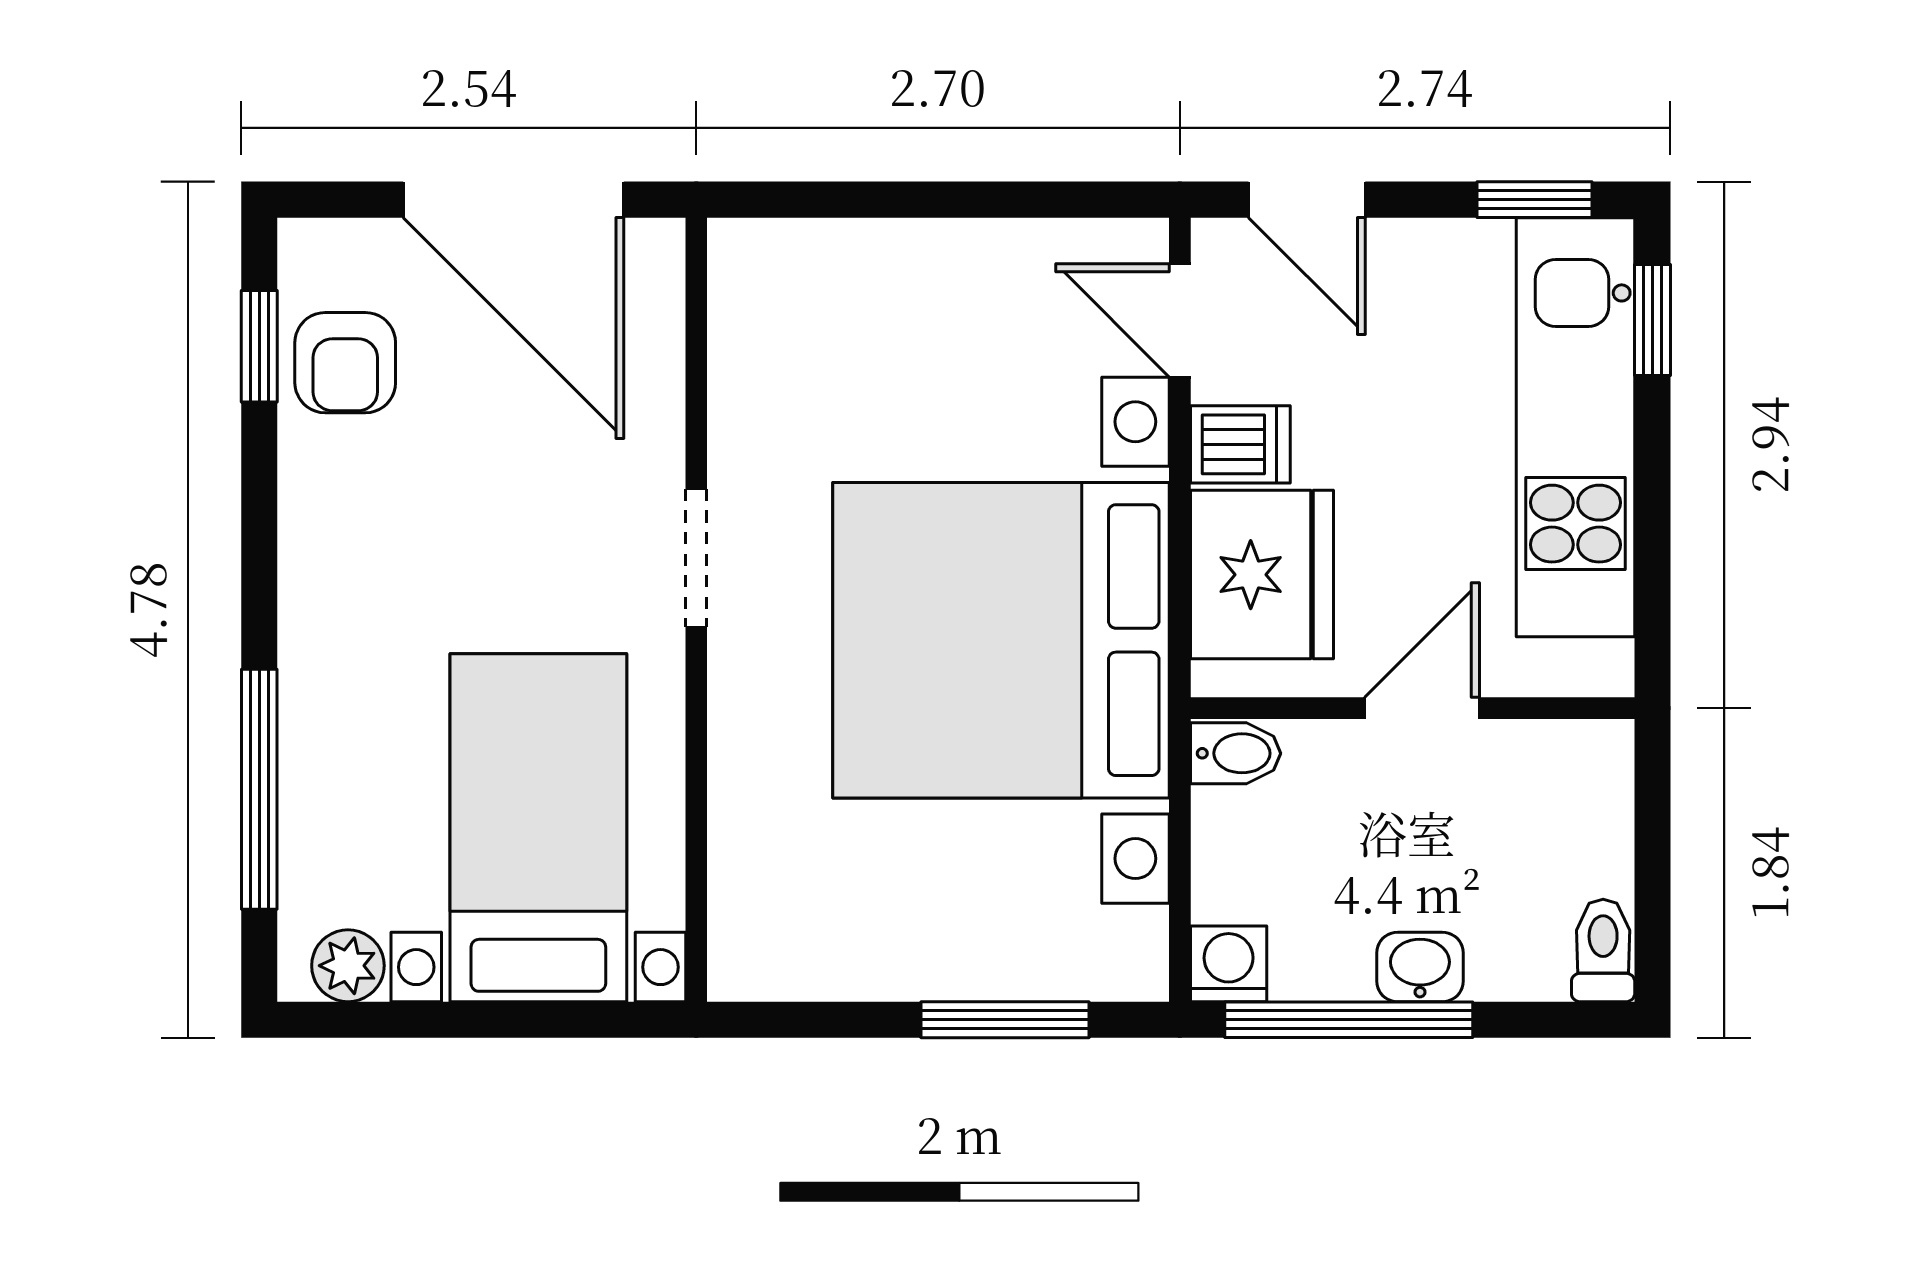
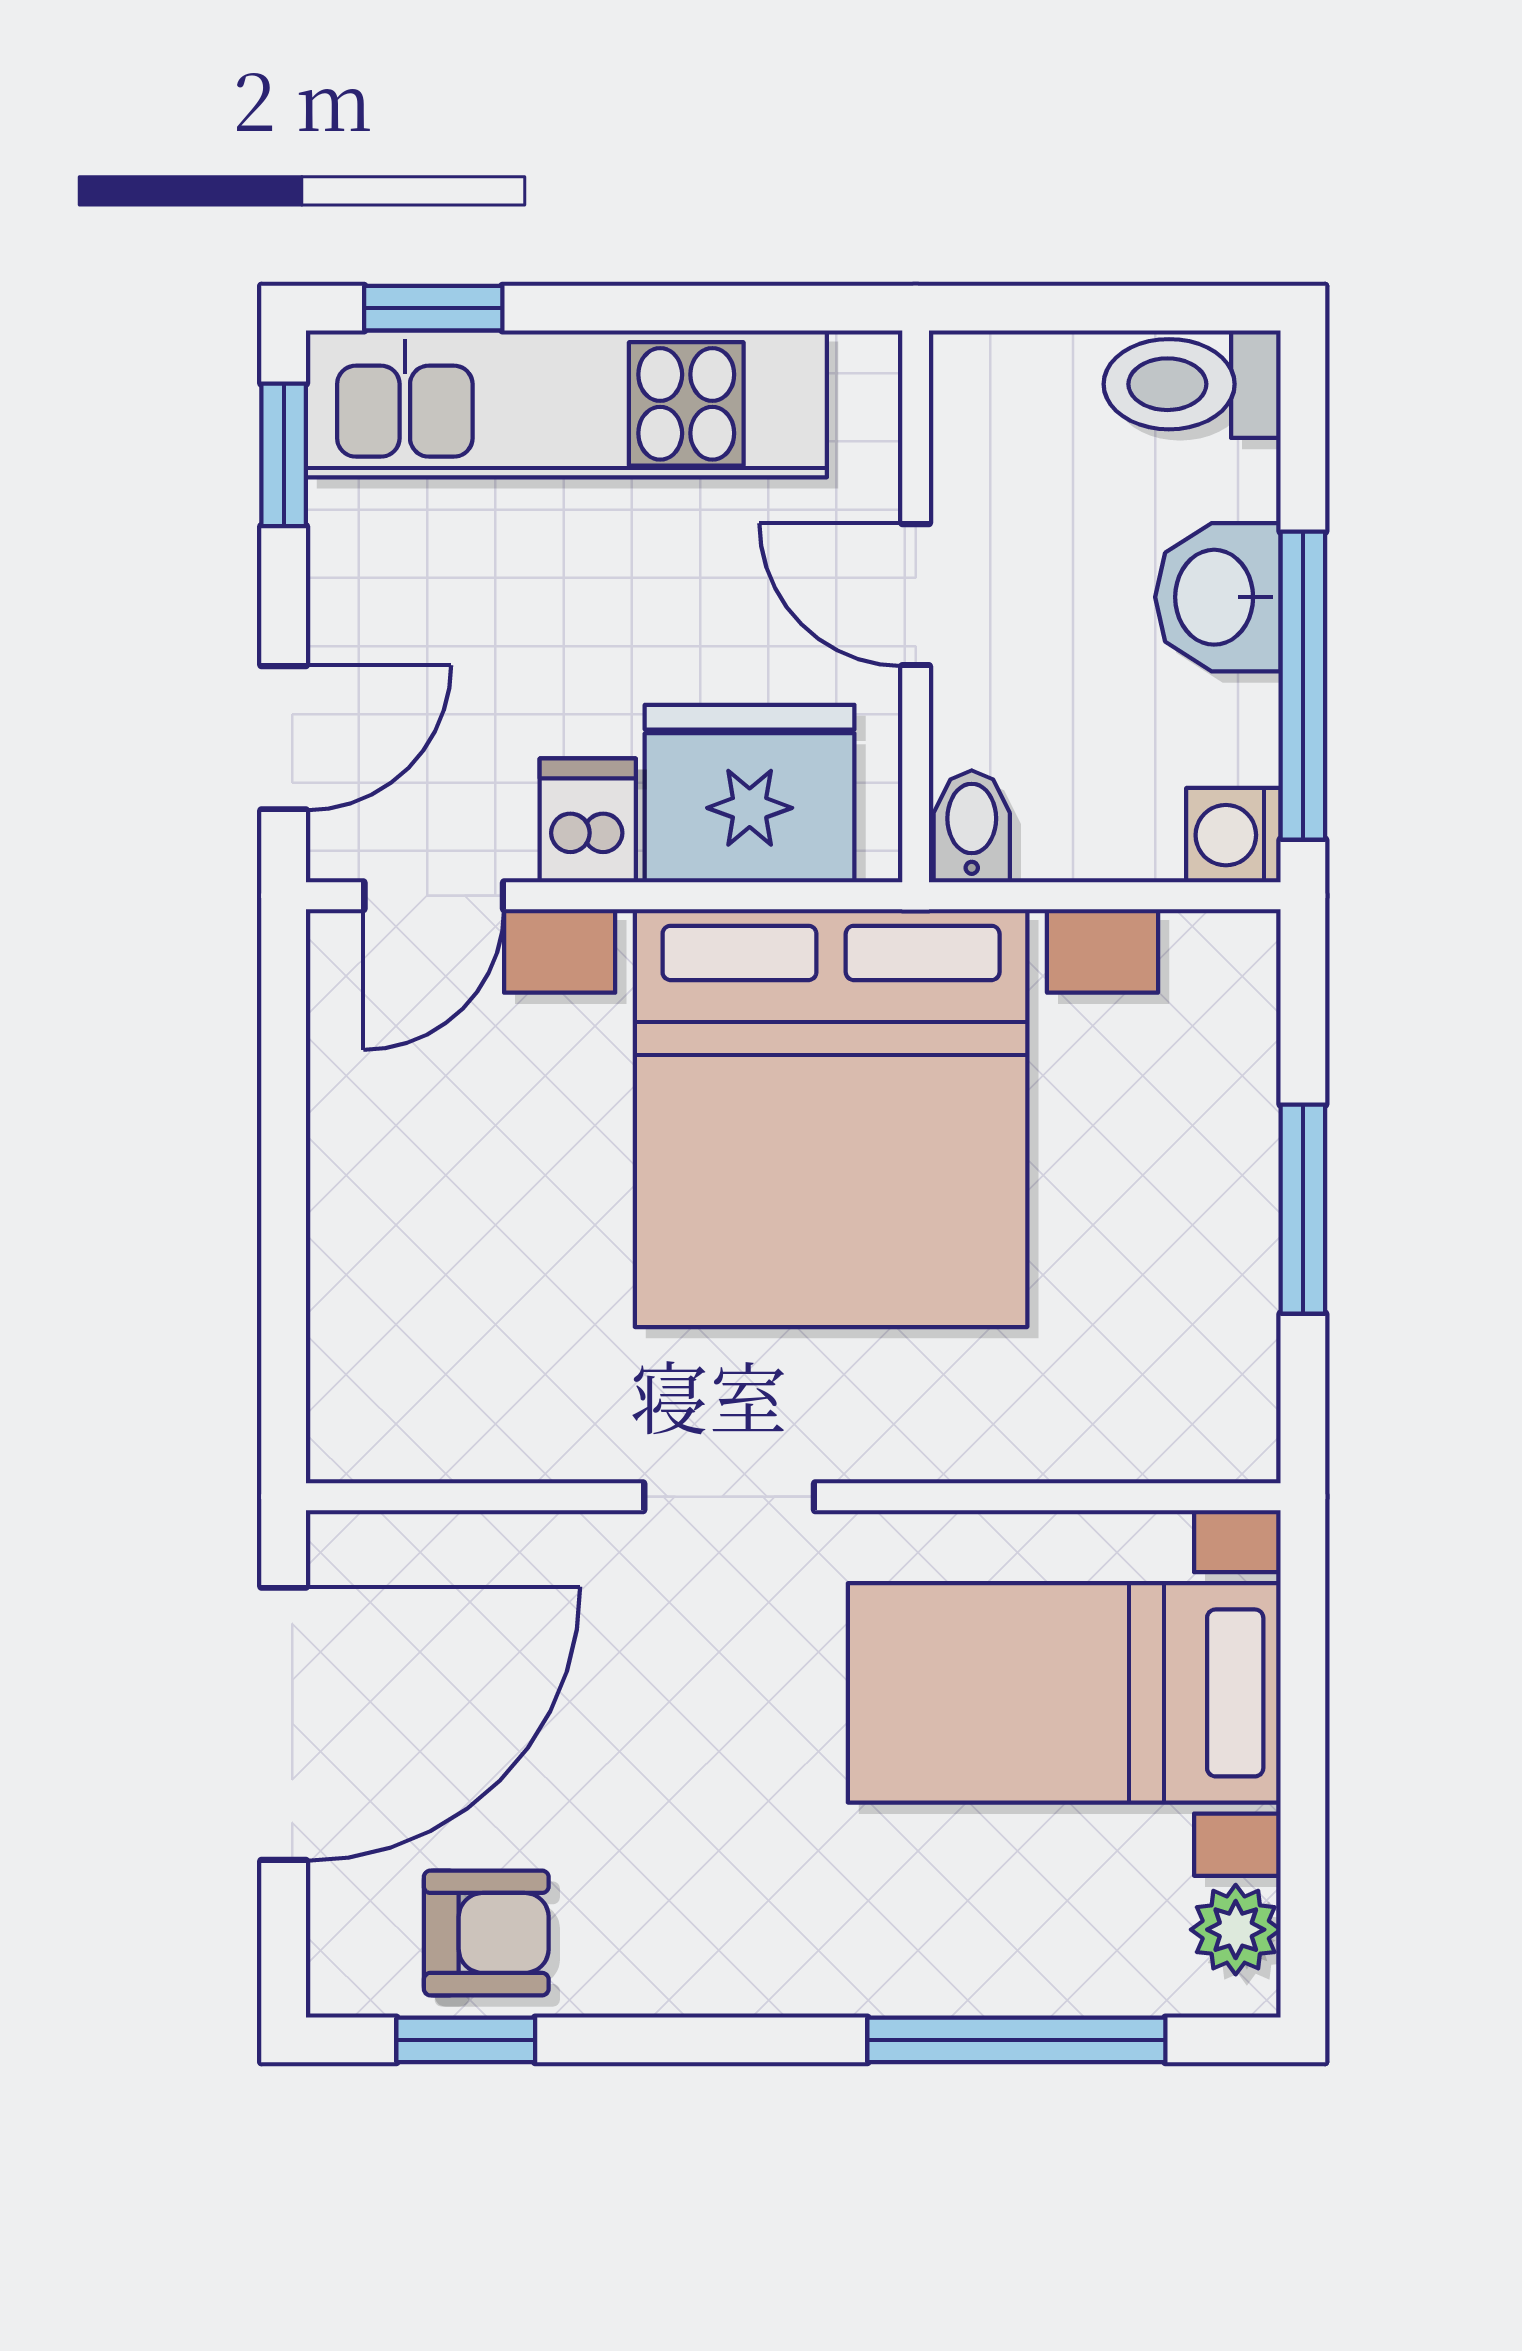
toilet: (1603, 950) -> (1192, 384), width x1.37, depth x1.39
washbasin: (1420, 967) -> (1218, 597), width x1.38, depth x1.45
window: (1005, 1020) -> (1303, 1209), moved

